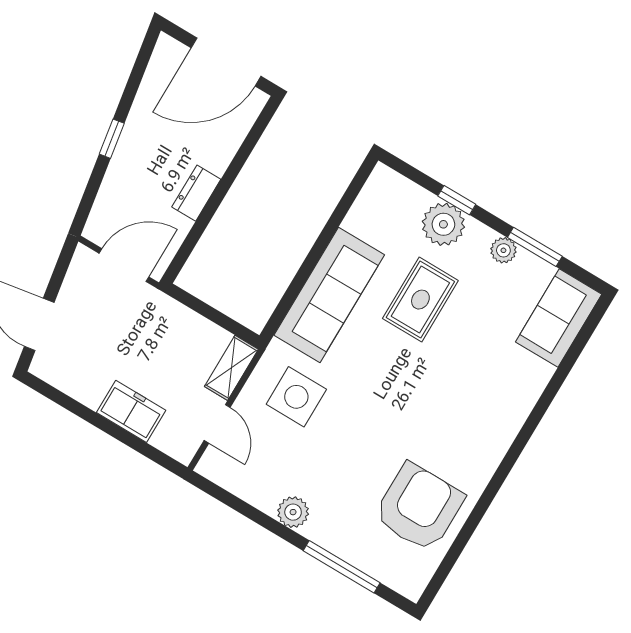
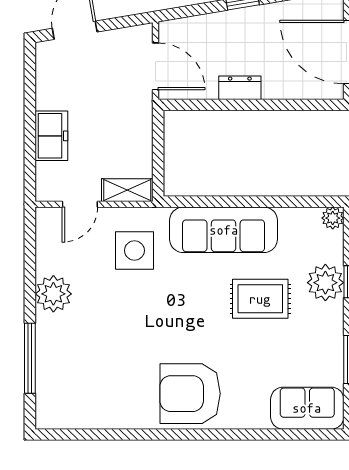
plant: (503, 250) -> (333, 218), moved
armchair: (419, 507) -> (190, 394), moved, turned 180
plant: (293, 512) -> (53, 294), width x1.36, depth x1.36

